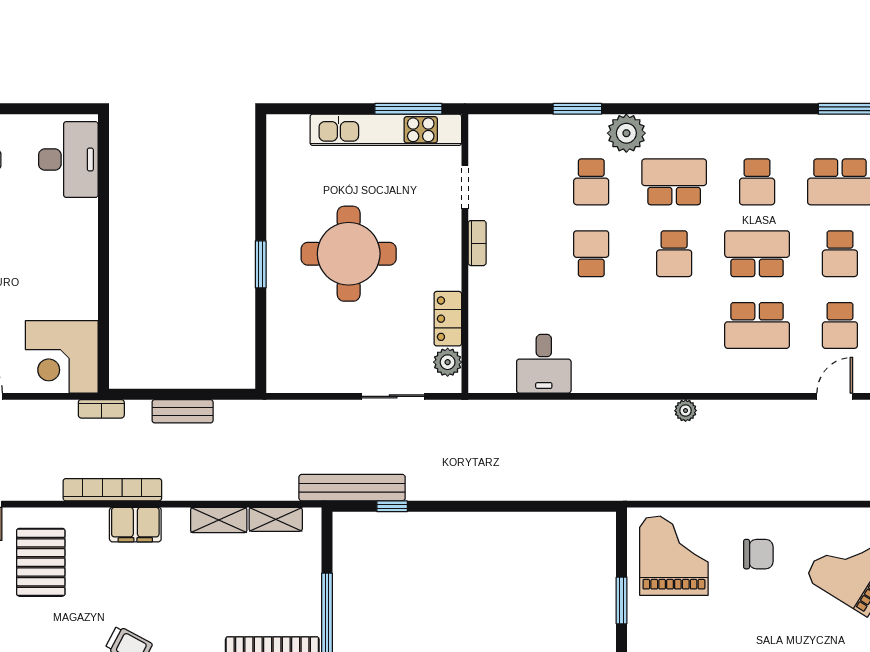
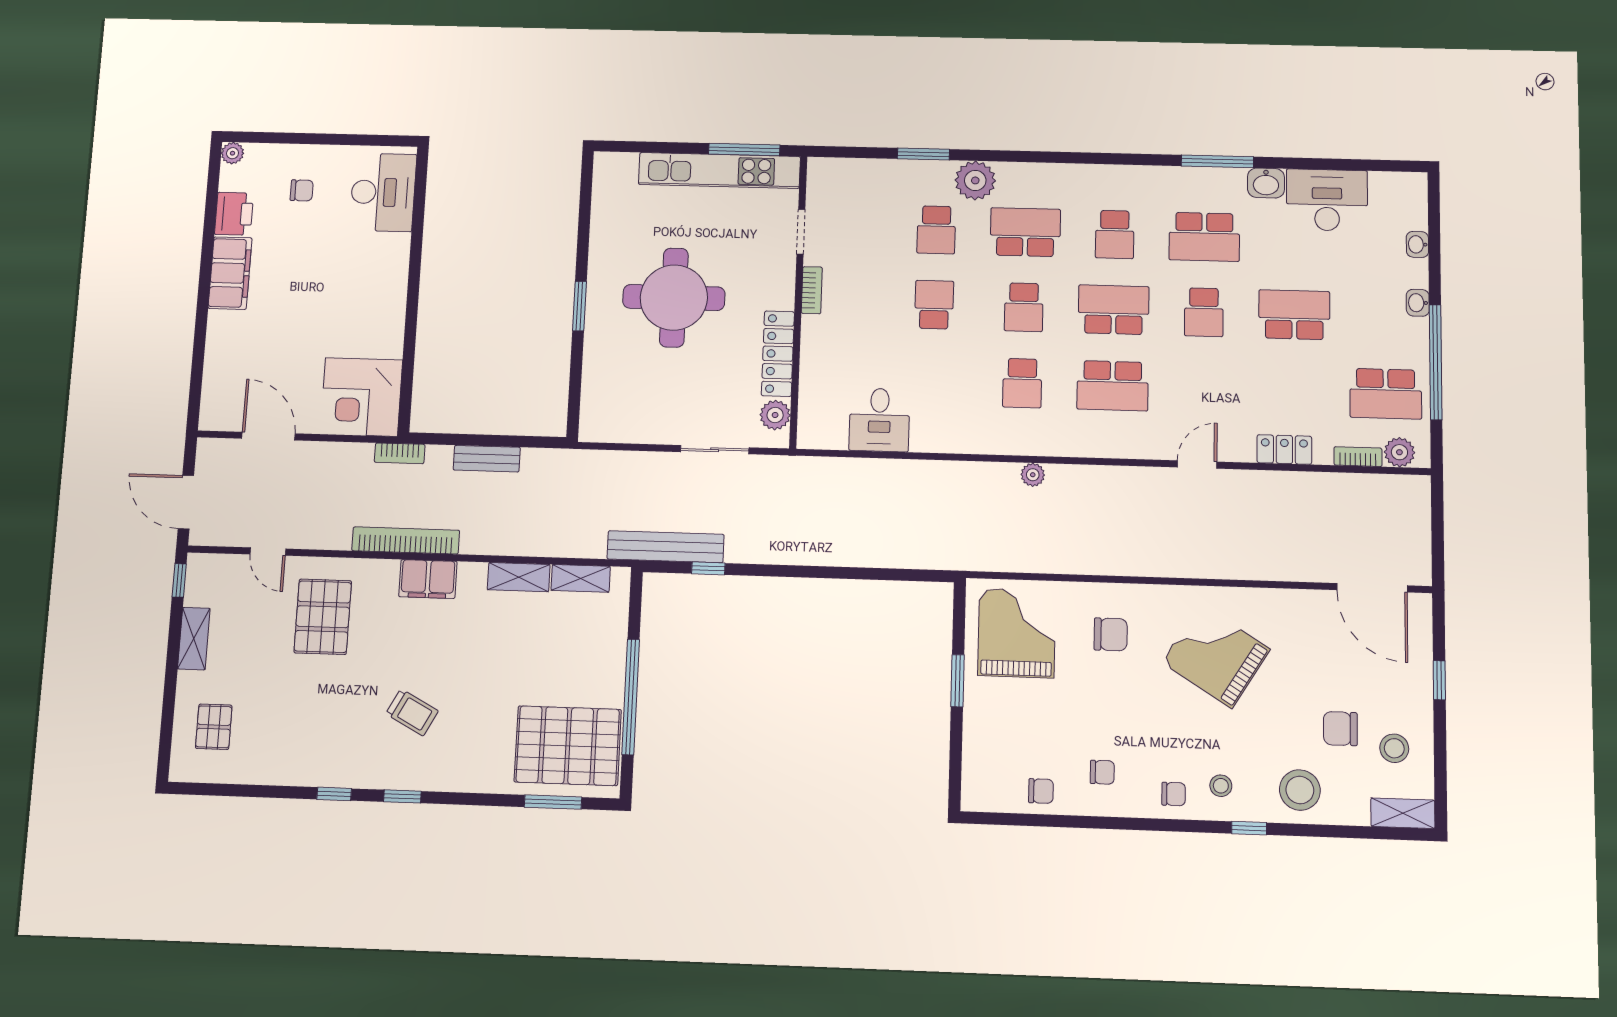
locker: (448, 319) -> (778, 354), width x1.53
school desk: (840, 325) -> (1022, 383), moved

